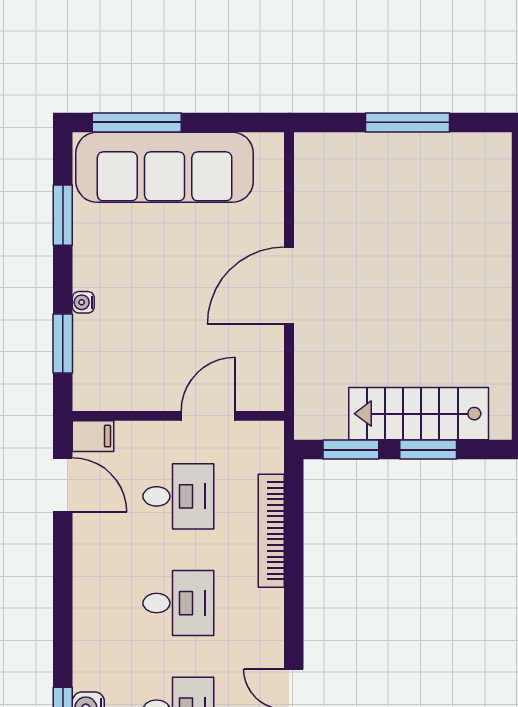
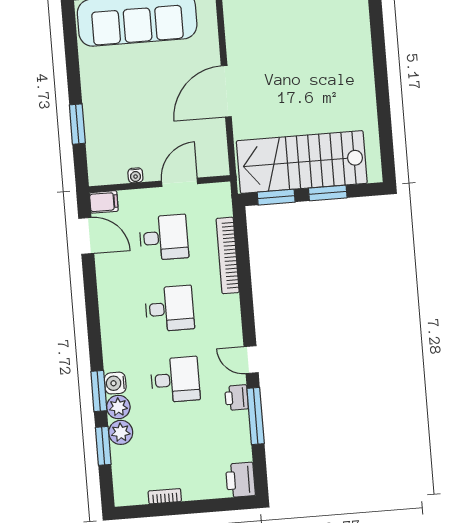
window: (63, 215) -> (72, 56), removed
water cooler: (83, 302) -> (135, 175), moved, turned -90
window: (63, 343) -> (77, 124), moved
stairs: (419, 414) -> (302, 162), width x1.36, depth x1.51

